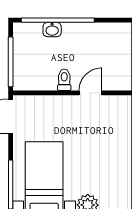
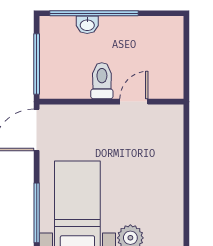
toilet: (64, 80) -> (102, 81), width x1.37, depth x1.39

